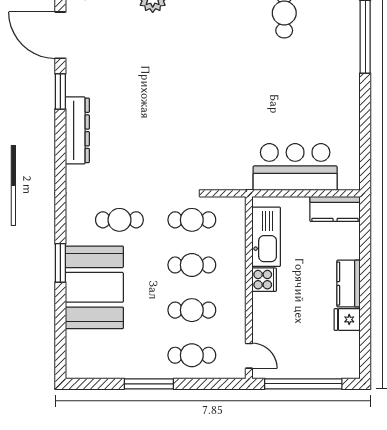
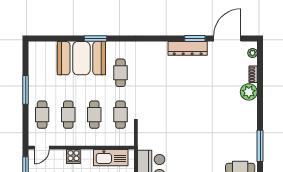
dresser: (77, 130) -> (188, 48), moved
cooker: (264, 280) -> (73, 156), moved

